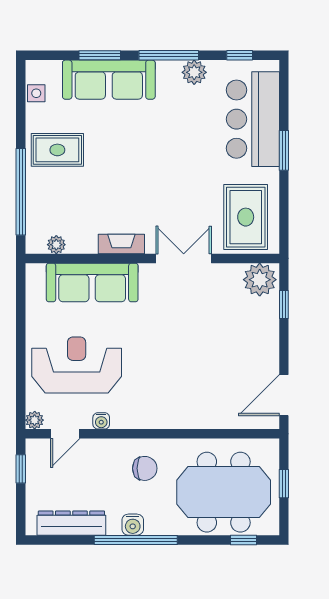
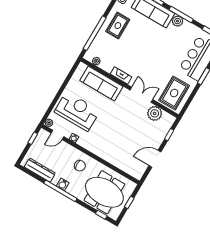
plant: (194, 72) -> (178, 21), moved
rug: (57, 150) -> (118, 26), turned 90
plant: (260, 280) -> (155, 113), moved
door: (284, 395) -> (155, 159), moved

